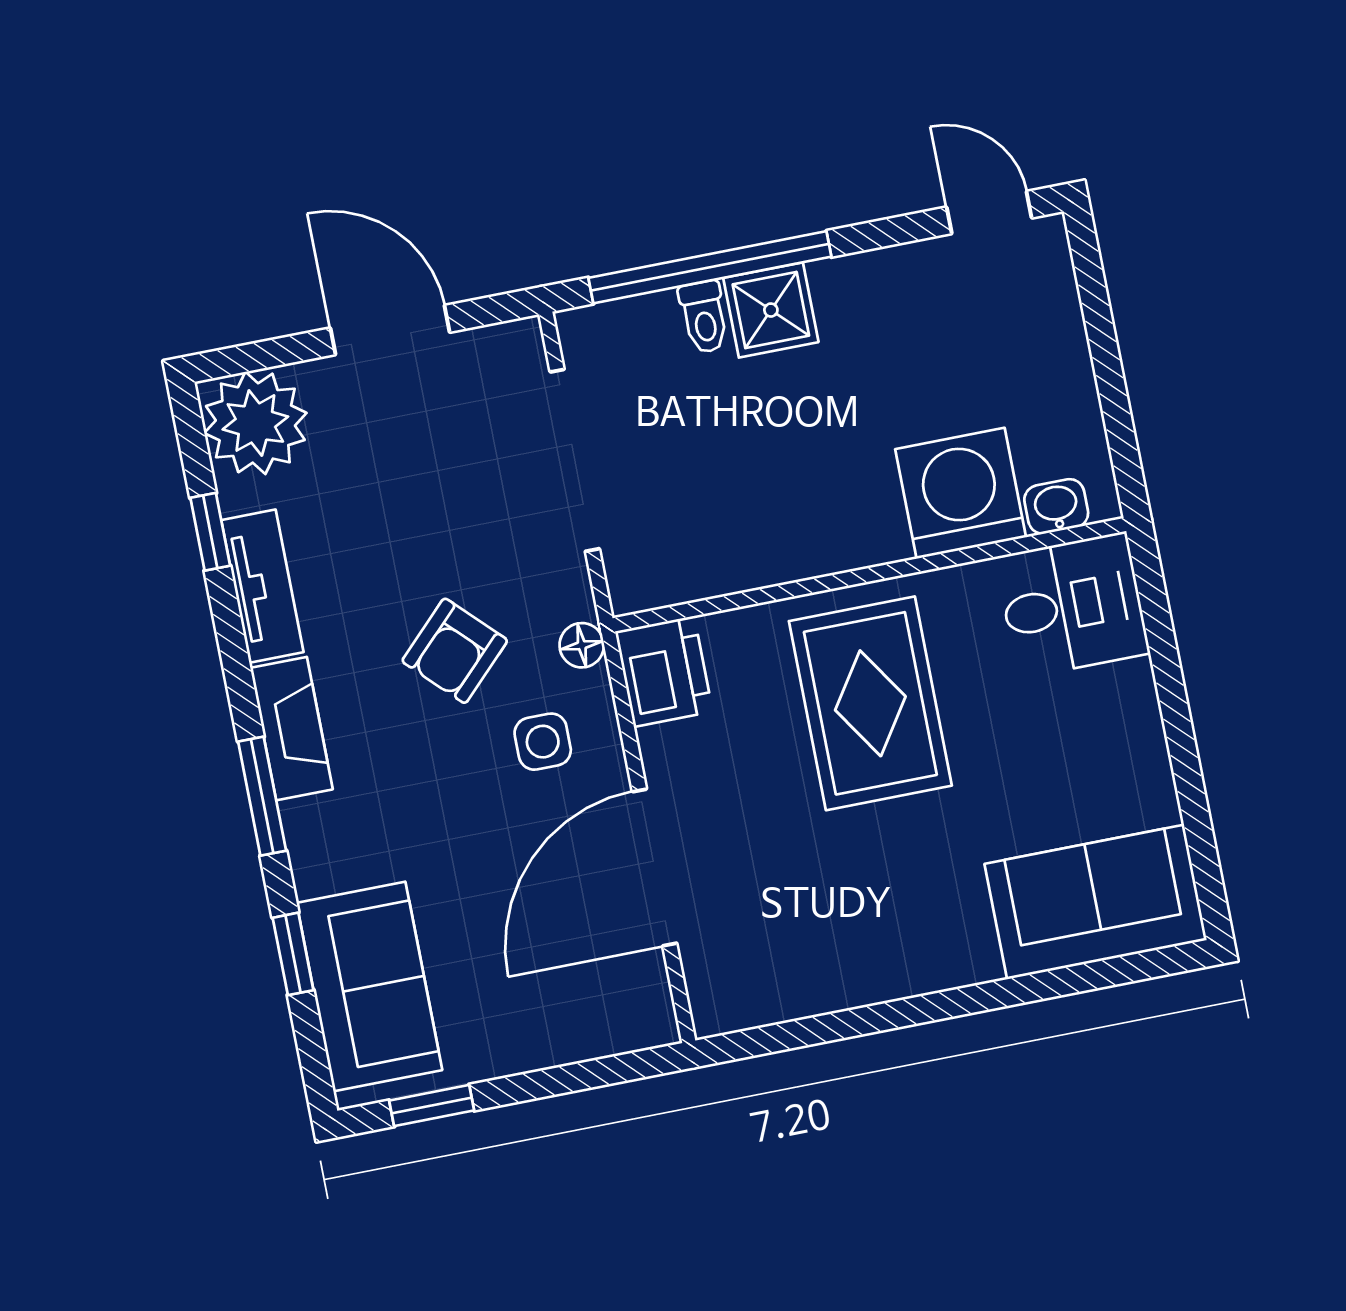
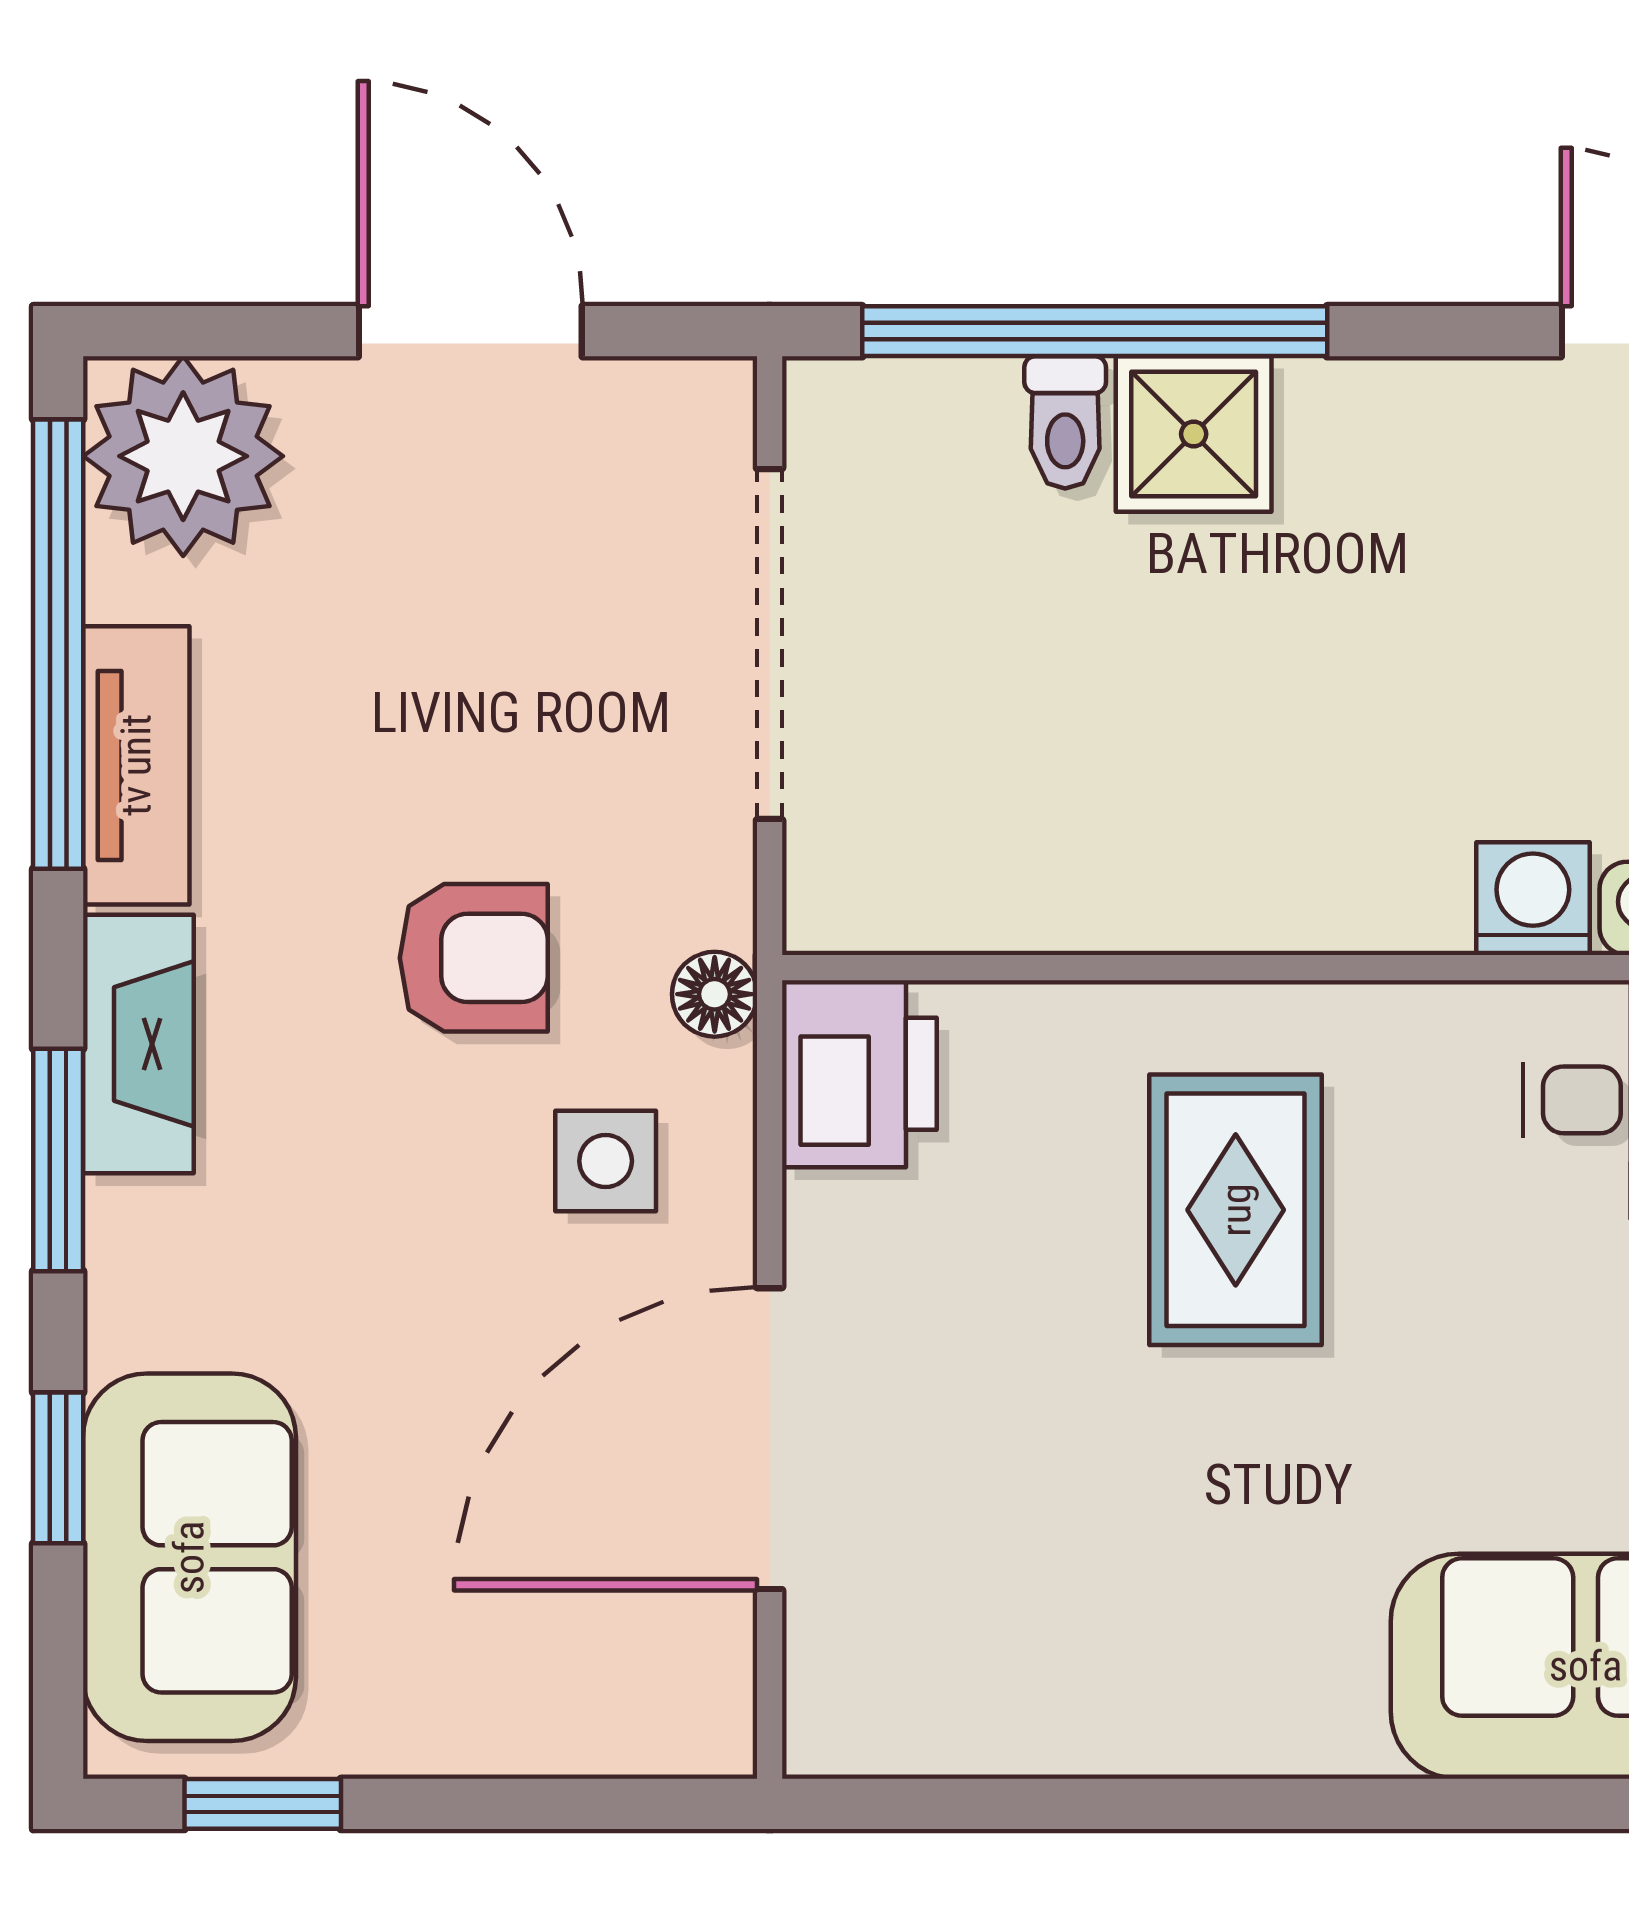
washing machine: (961, 493) -> (1533, 899), width x0.53, depth x0.53
window: (210, 532) -> (58, 644), width x3.17
armchair: (455, 651) -> (474, 958), turned -135
rug: (870, 703) -> (1236, 1210), width x0.73, depth x0.70

